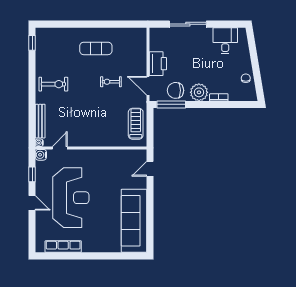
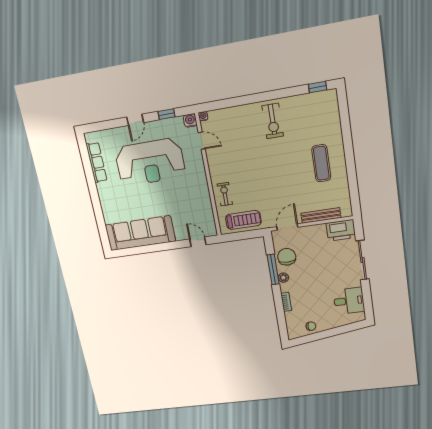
printer: (158, 64) -> (341, 230), moved
exercise bike: (111, 82) -> (225, 194), moved
plant: (199, 92) -> (283, 278), width x0.53, depth x0.53
window: (171, 104) -> (273, 270), moved
bench: (40, 121) -> (321, 215), moved

